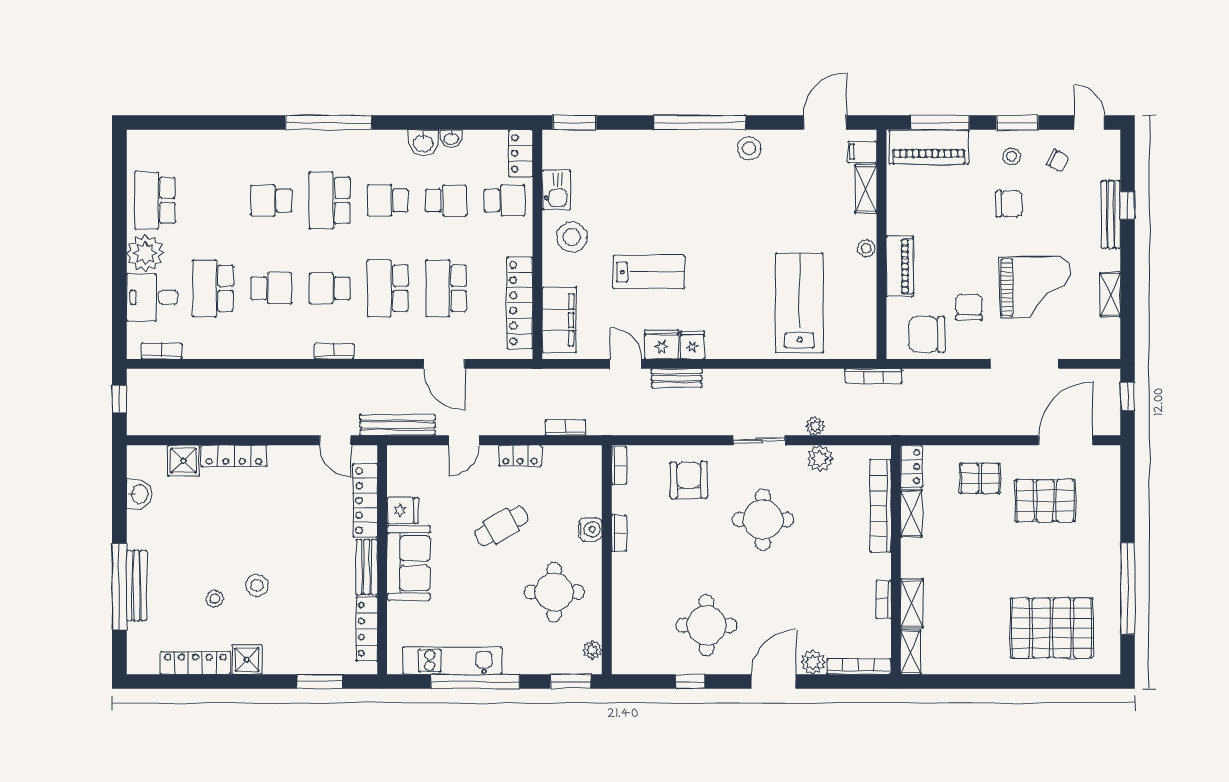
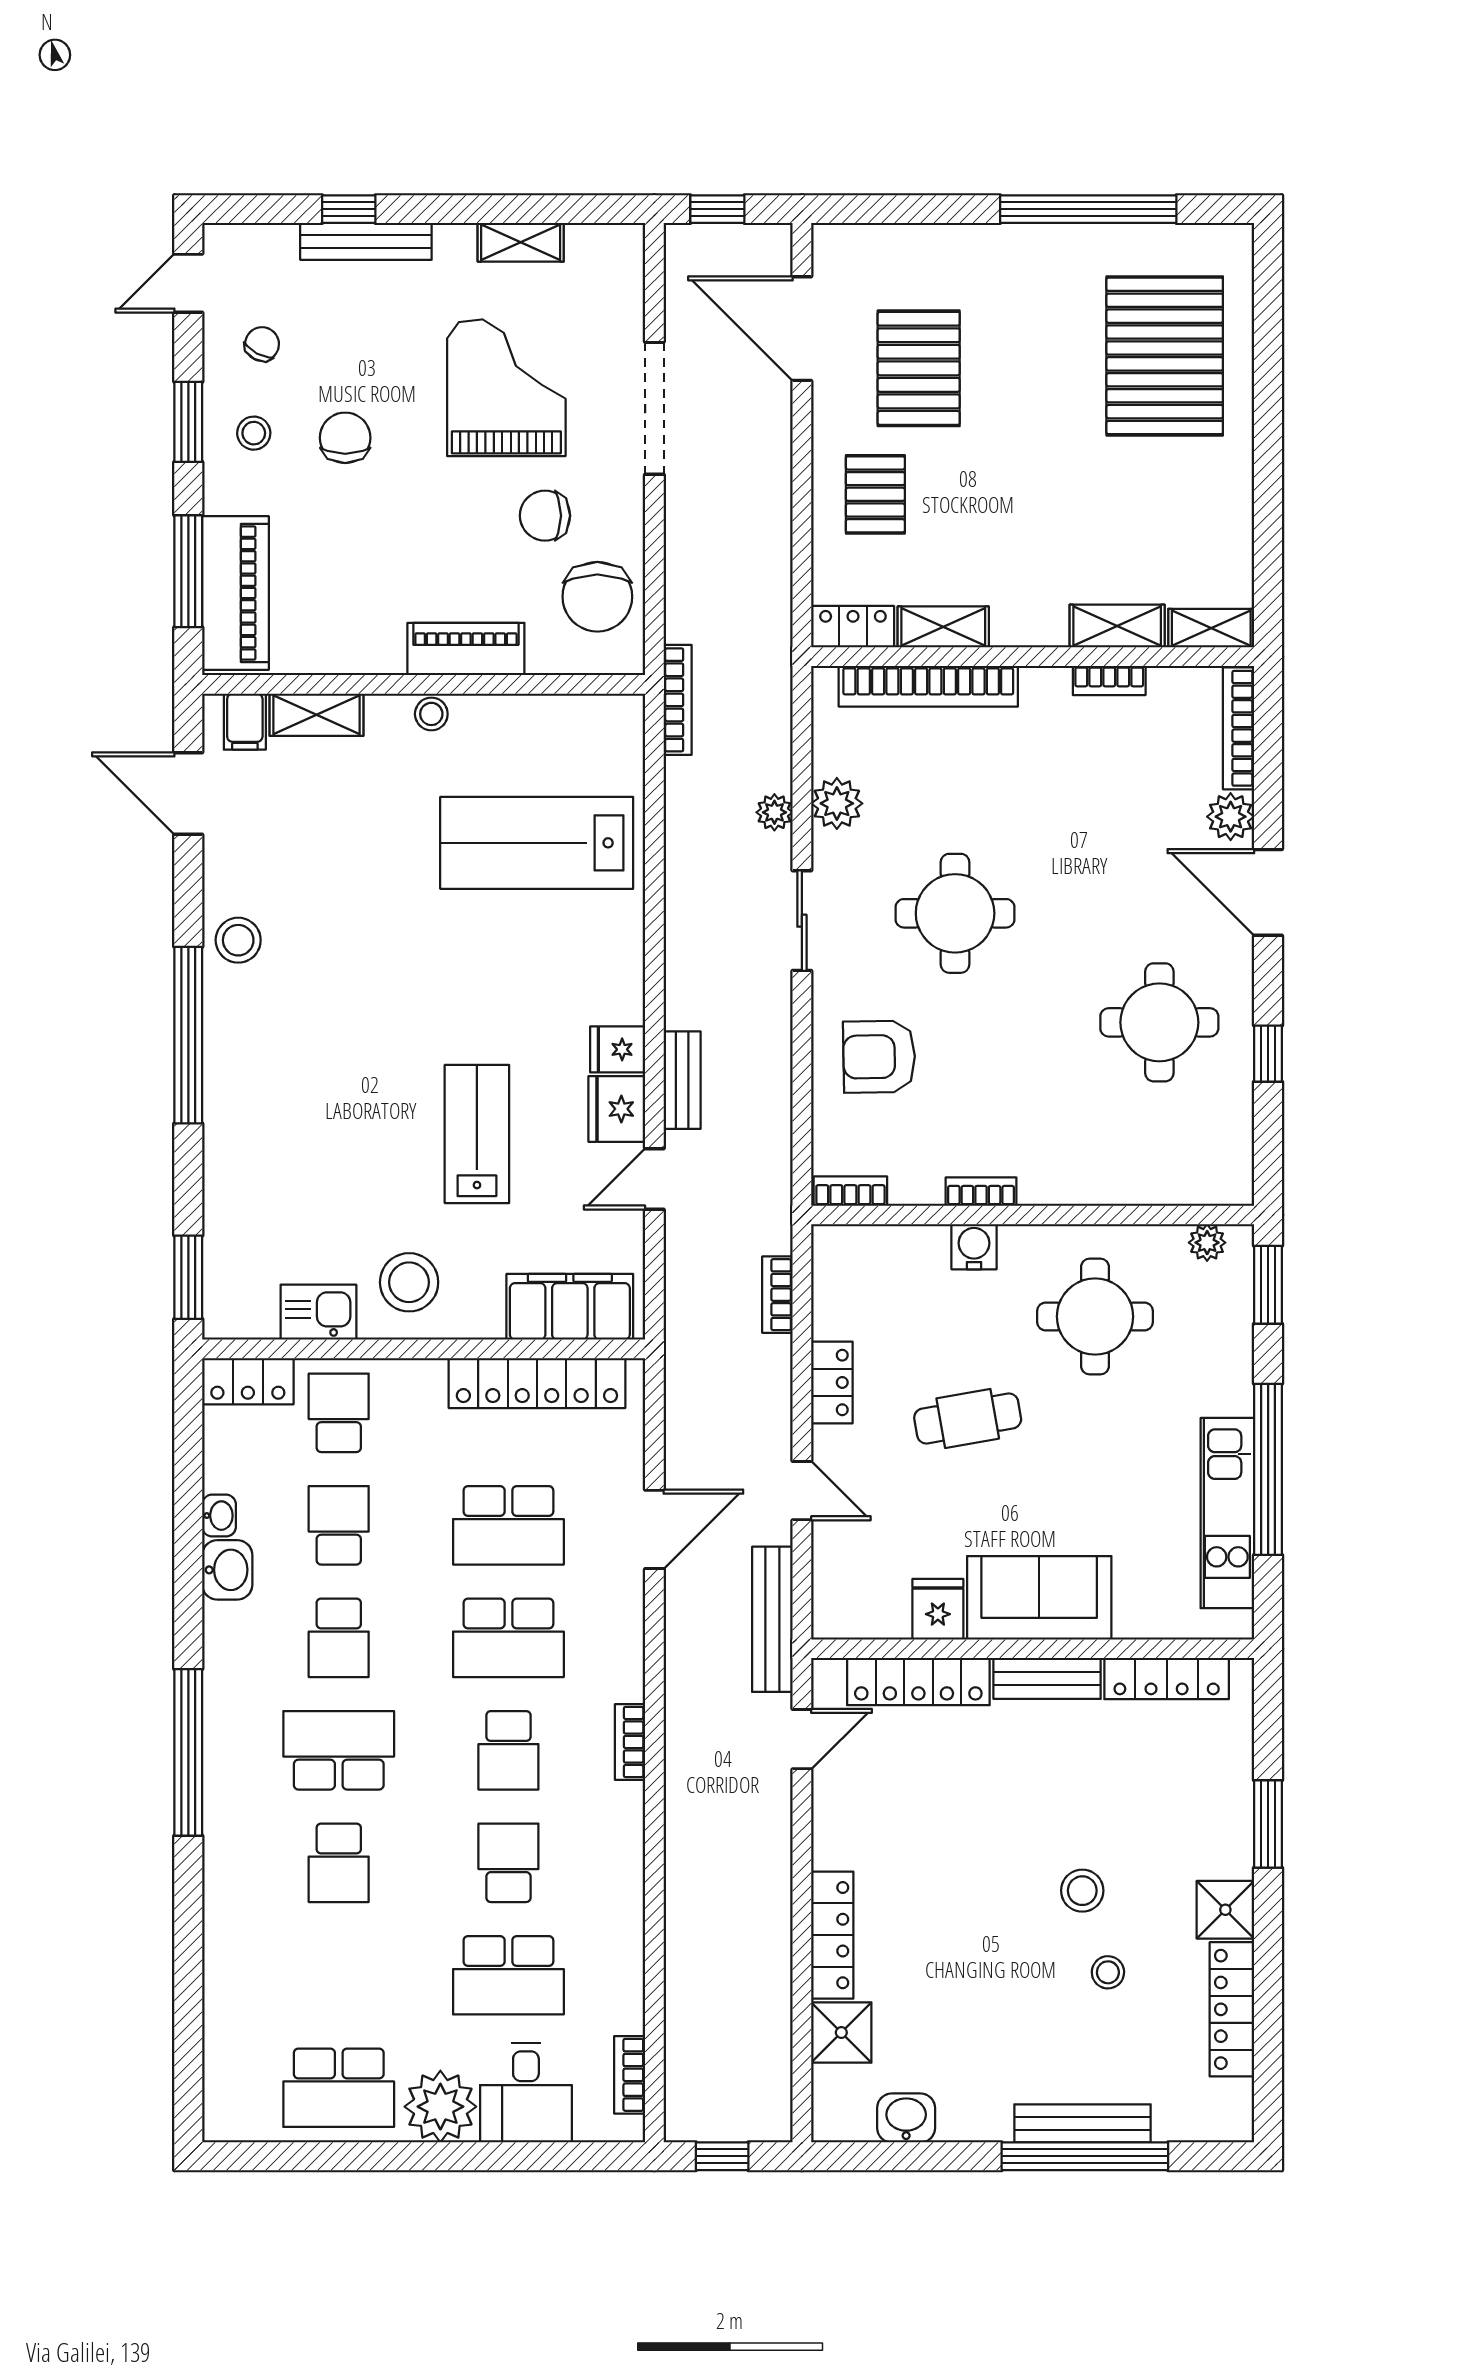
school desk: (330, 200) -> (339, 1750), turned 180
cafe table: (501, 526) -> (968, 1418), turned -70
window: (320, 682) -> (1268, 1824), moved

